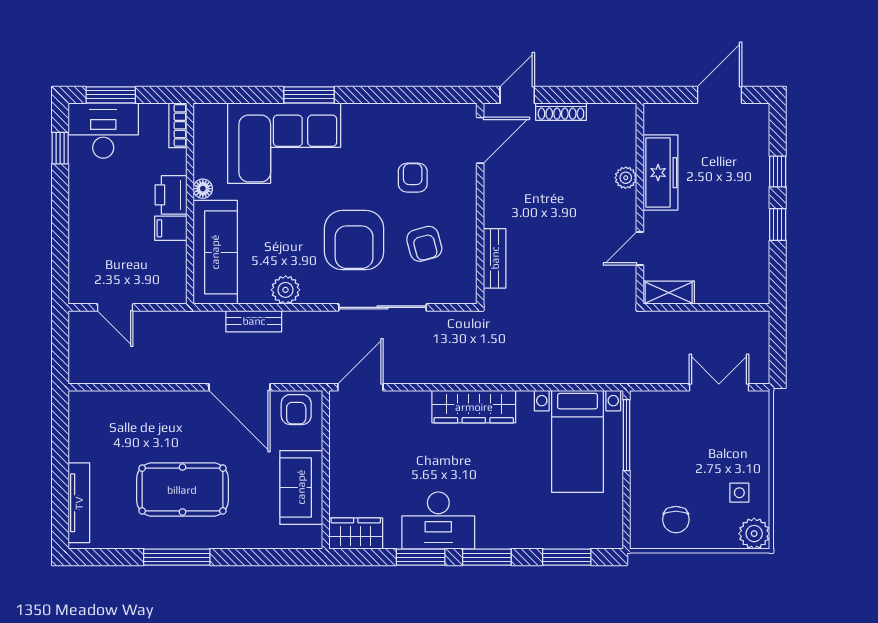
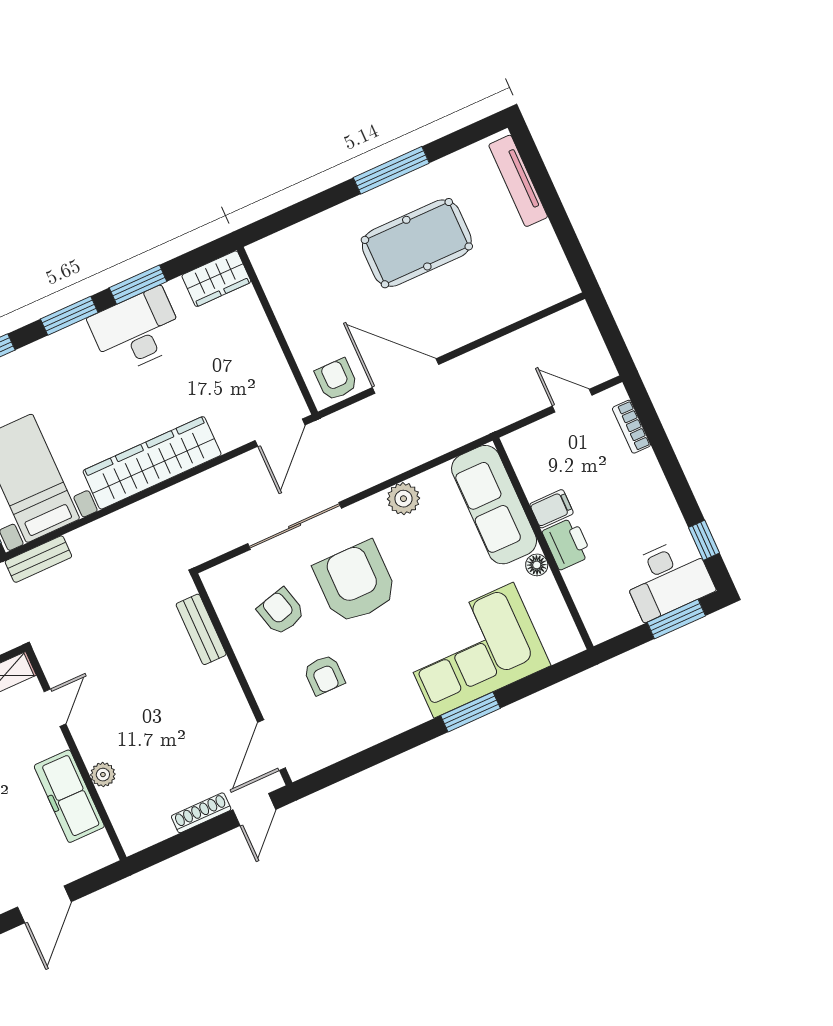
bookcase: (178, 125) -> (632, 427), moved, turned 180
bench: (254, 321) -> (38, 559), moved
wardrobe: (474, 407) -> (152, 463), width x1.40, depth x1.17
sofa: (301, 487) -> (295, 301), removed

